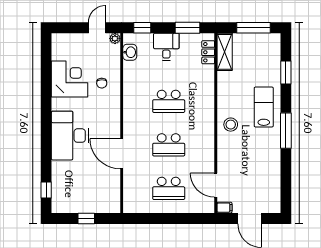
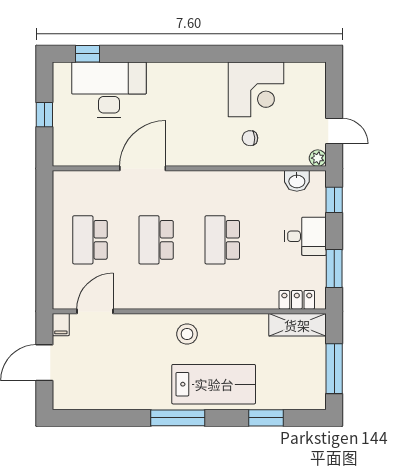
lab bench: (264, 107) -> (214, 384), width x1.36, depth x1.39
desk: (70, 136) -> (109, 90), moved

